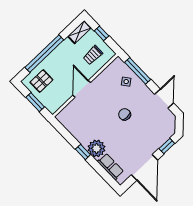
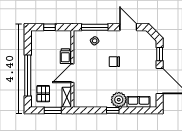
shelving: (79, 32) -> (67, 97), moved
trolley: (93, 55) -> (65, 56), moved
door: (82, 89) -> (72, 73), hinge flipped

